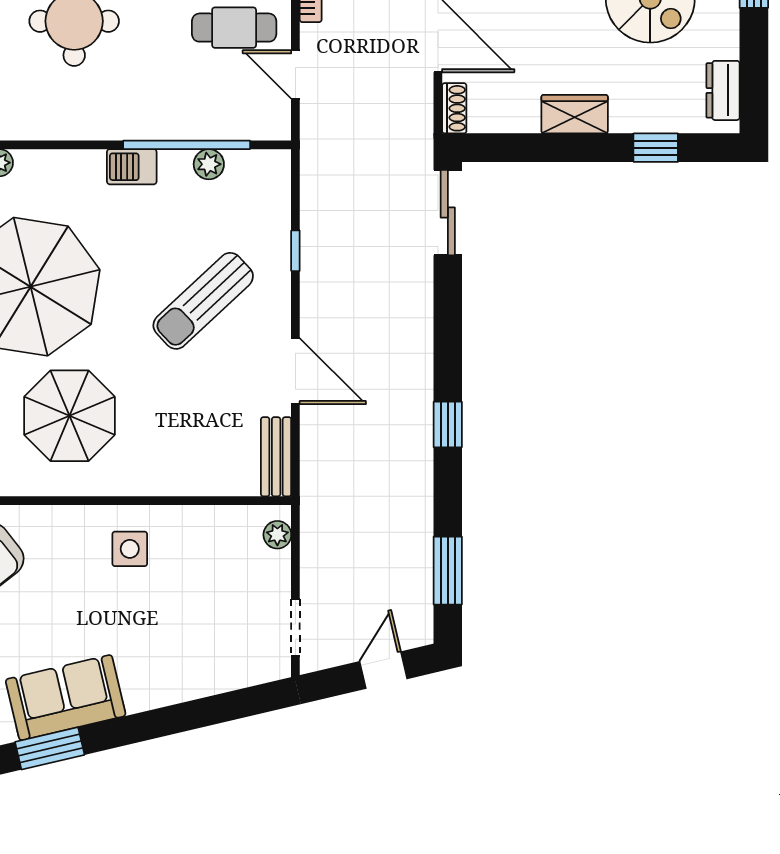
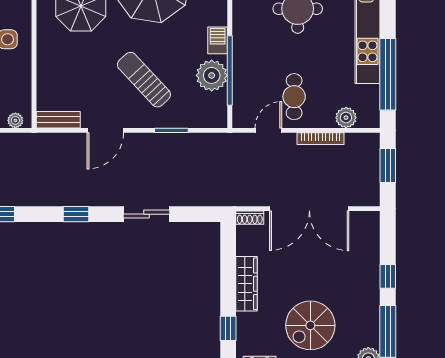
wardrobe: (575, 114) -> (246, 284), width x1.50
plant: (209, 164) -> (212, 75), width x1.87, depth x1.87
sliding door: (448, 213) -> (146, 214), moved
window: (295, 251) -> (171, 130), width x1.50

